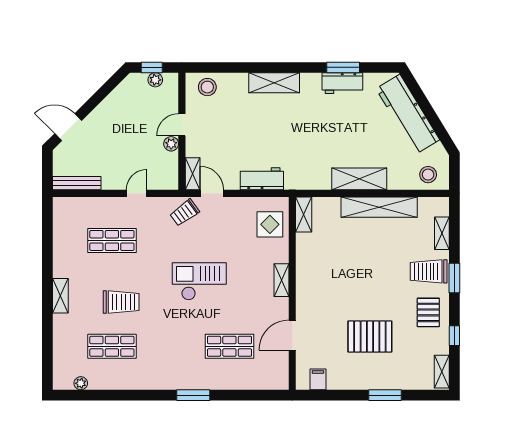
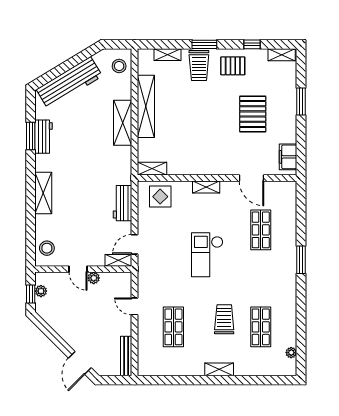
trolley: (185, 213) -> (150, 267), removed
filing cabinet: (318, 379) -> (288, 157), width x2.00

